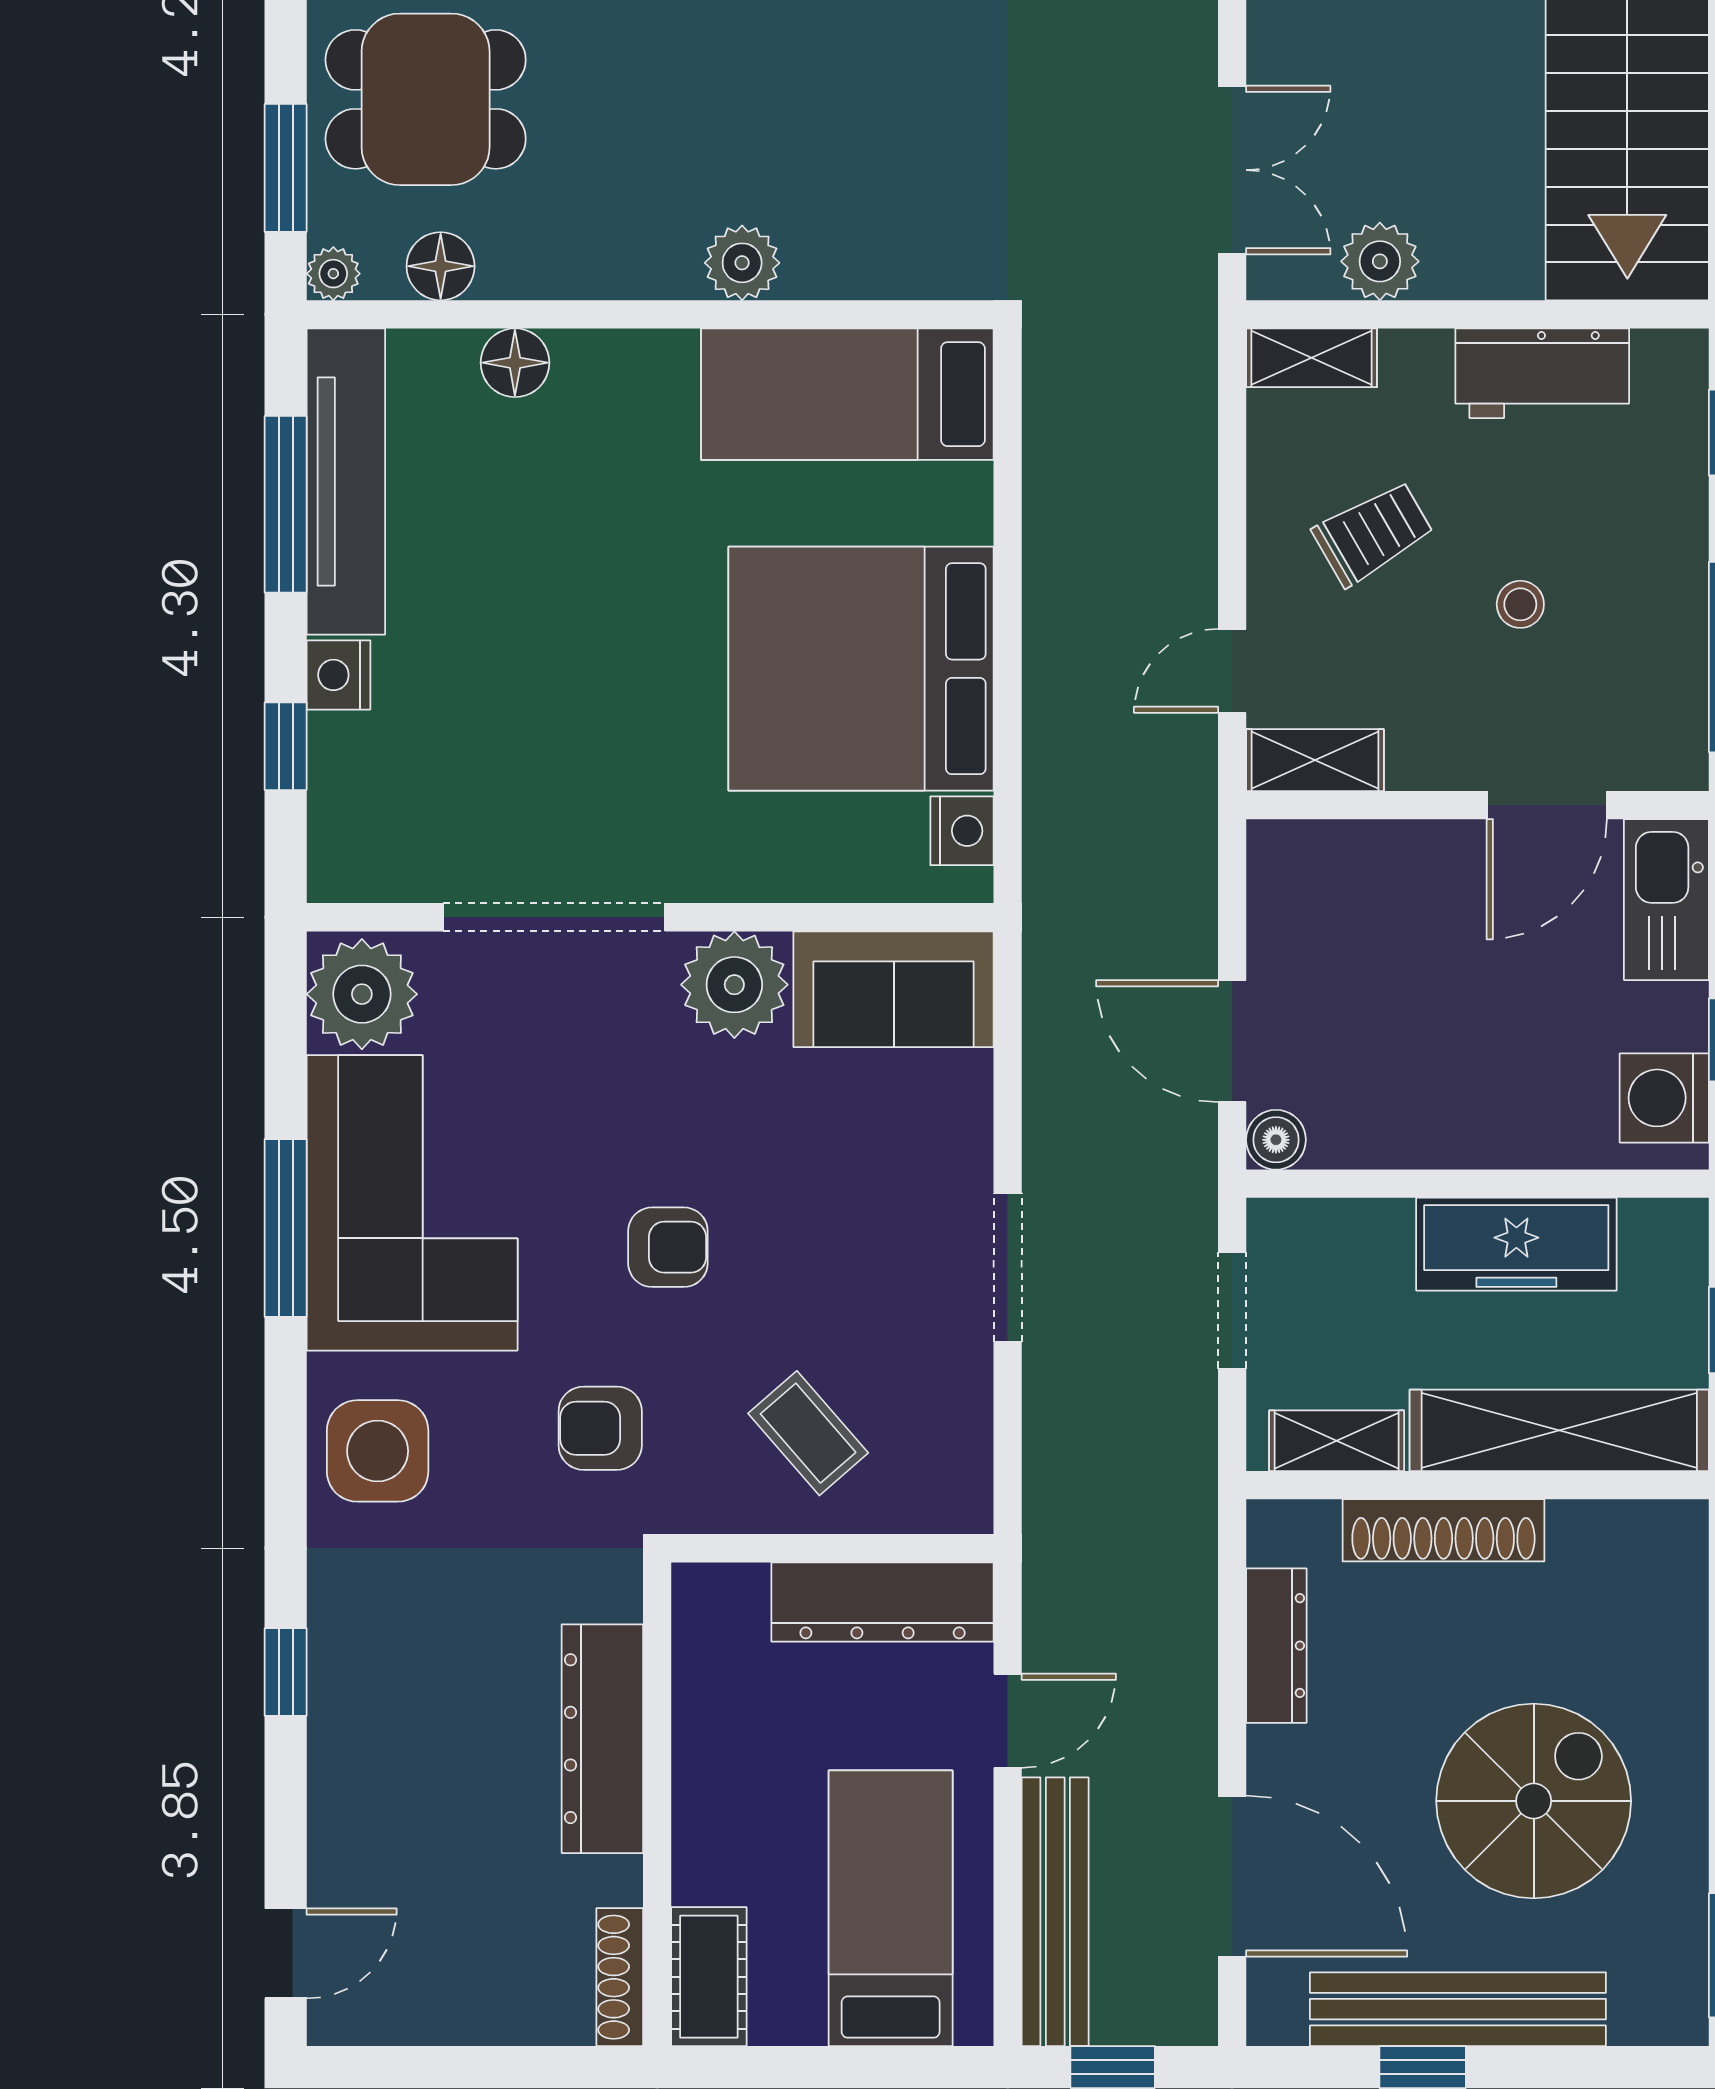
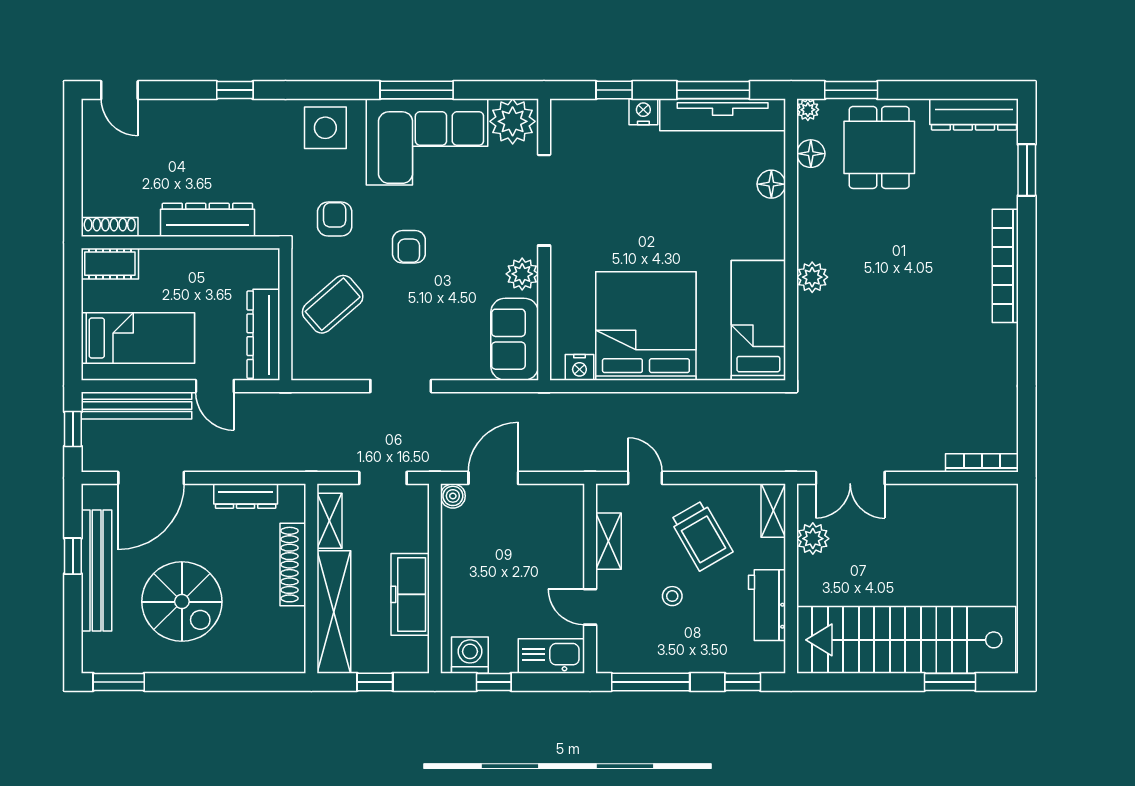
trolley: (1373, 533) -> (701, 536), width x1.36, depth x1.39
shelving: (1315, 760) -> (608, 541), moved
door: (1547, 805) -> (590, 607), width x0.73
plant: (734, 985) -> (522, 274), width x0.73, depth x0.73
coffee table: (808, 1433) -> (333, 304), width x1.36, depth x1.30

